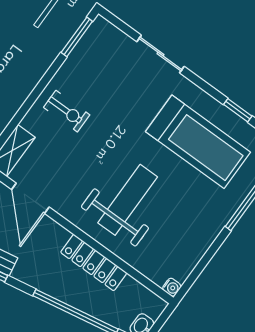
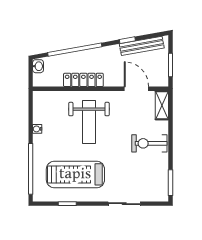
exercise bike: (67, 111) -> (149, 143), width x1.38, depth x1.39
water cooler: (172, 287) -> (37, 129), moved

